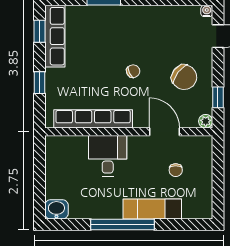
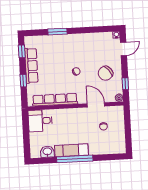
row of seats: (55, 36) -> (31, 66), moved
chair: (184, 77) -> (105, 73), turned 103
desk: (108, 156) -> (40, 121), moved, turned -90
washbasin: (56, 209) -> (47, 152), moved
exam couch: (152, 209) -> (71, 150), moved

